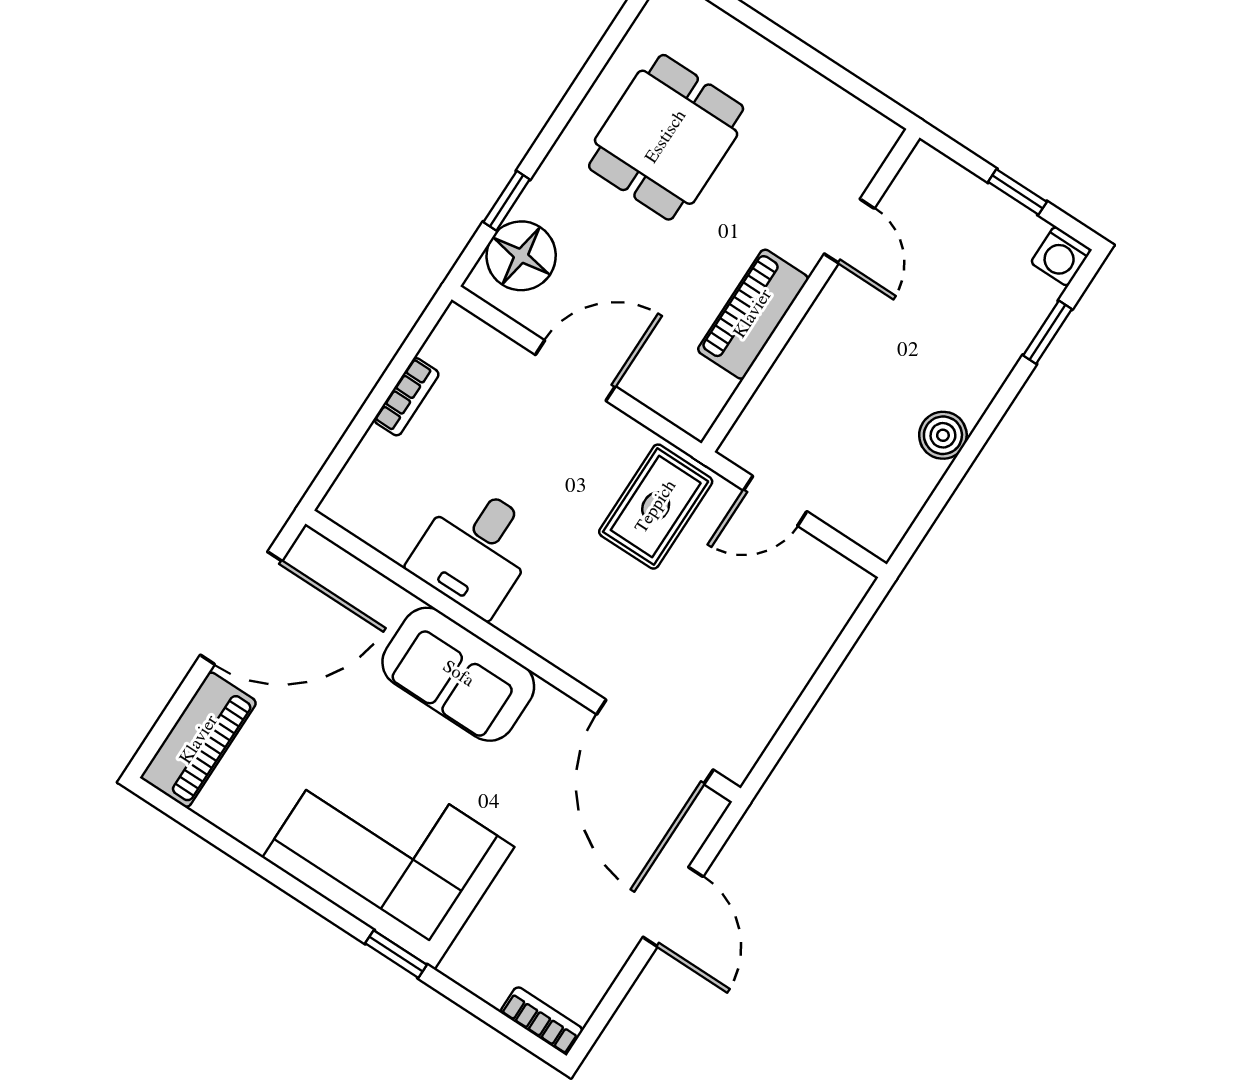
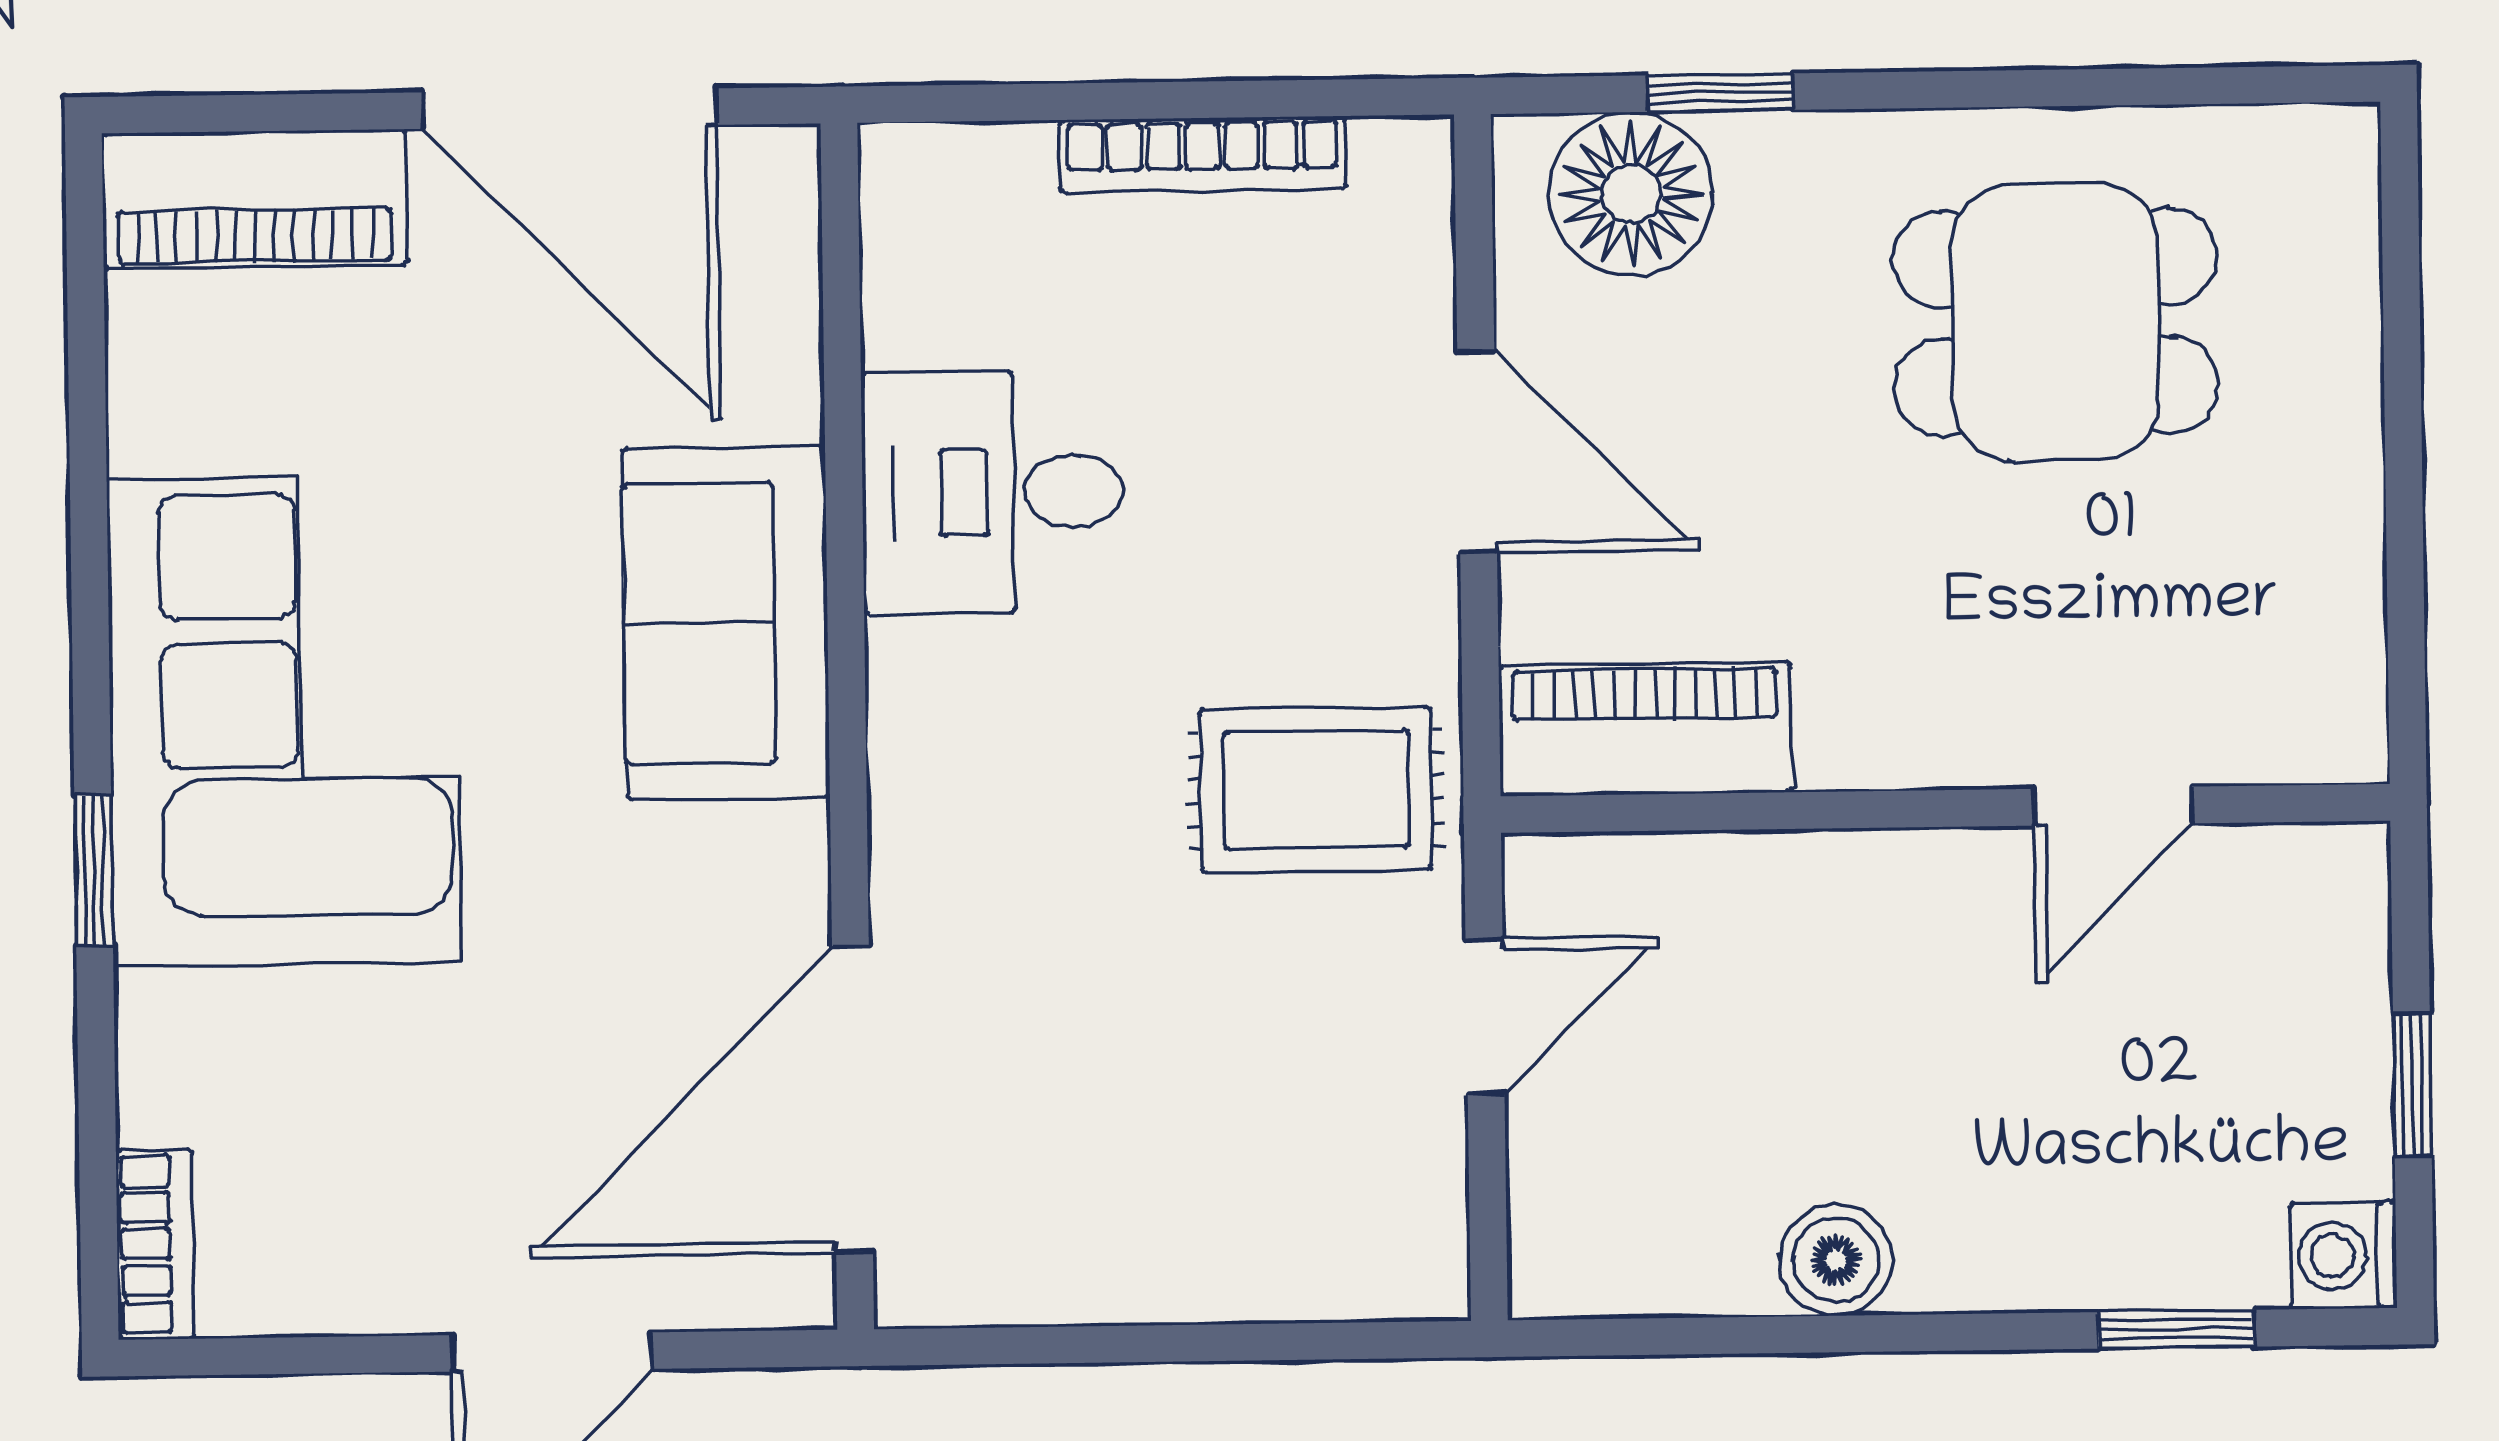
piano: (753, 314) -> (1645, 729), moved
bookcase: (406, 397) -> (1203, 155), width x1.56
door: (775, 501) -> (1485, 1017), swing flipped

